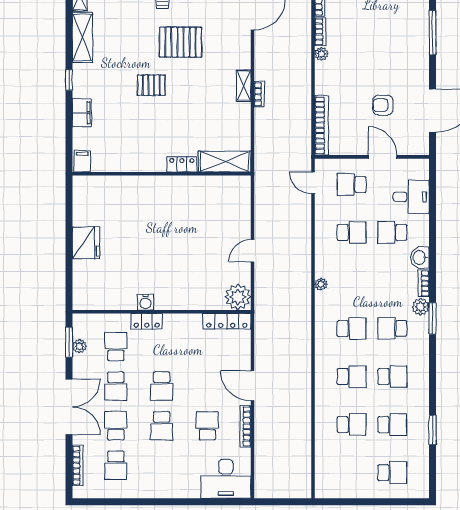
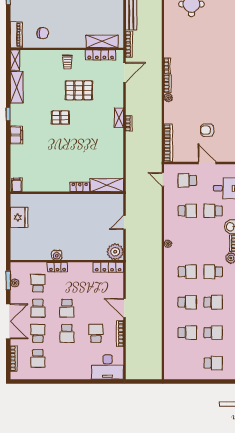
filing cabinet: (82, 161) -> (17, 185), moved
shelving: (225, 162) -> (107, 185), moved
locker: (182, 164) -> (80, 187), moved
wall: (162, 174) -> (67, 193), moved

